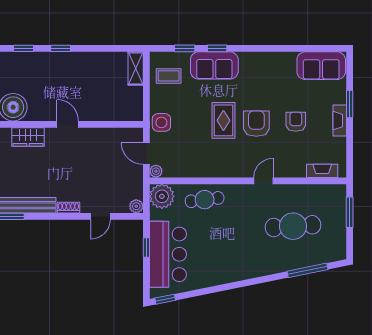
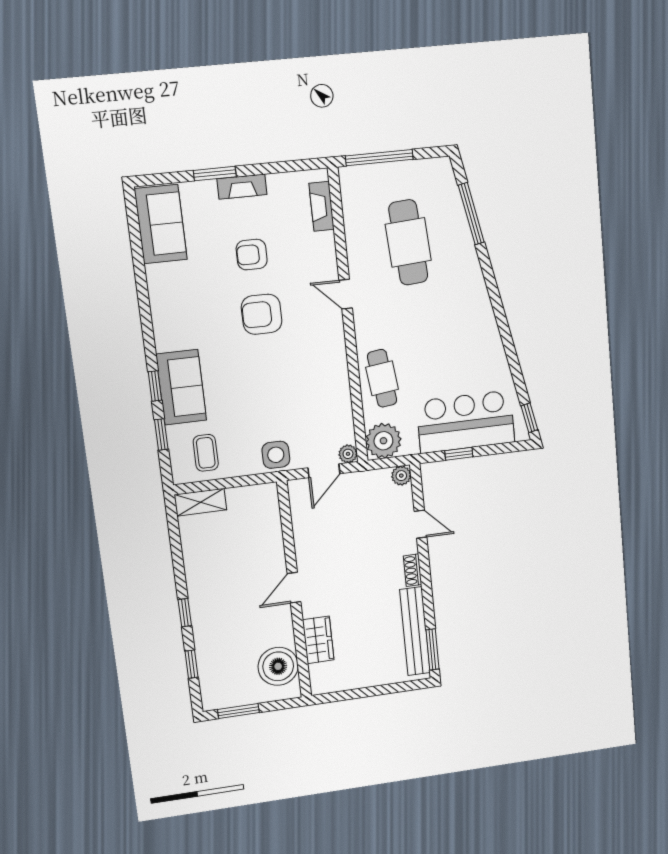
rug: (223, 120) -> (262, 364), removed
window: (350, 212) -> (379, 158), width x1.44

